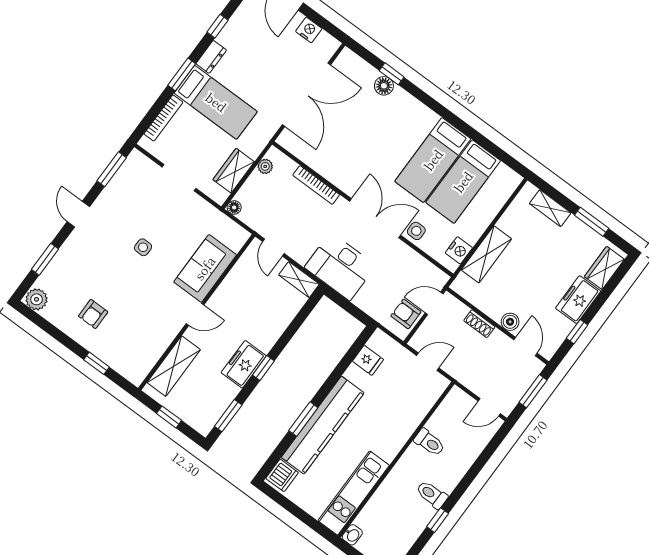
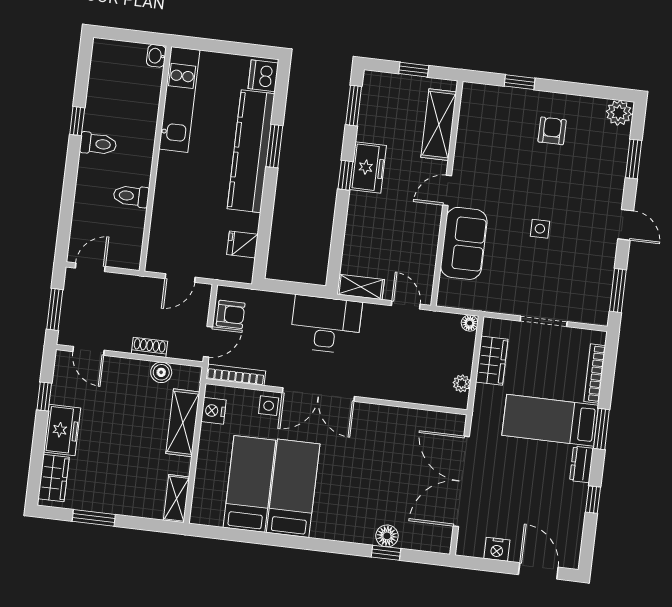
bookcase: (316, 185) -> (236, 375), moved
shelving: (550, 208) -> (176, 499), moved, turned 90
boiler: (510, 322) -> (161, 372), moved

